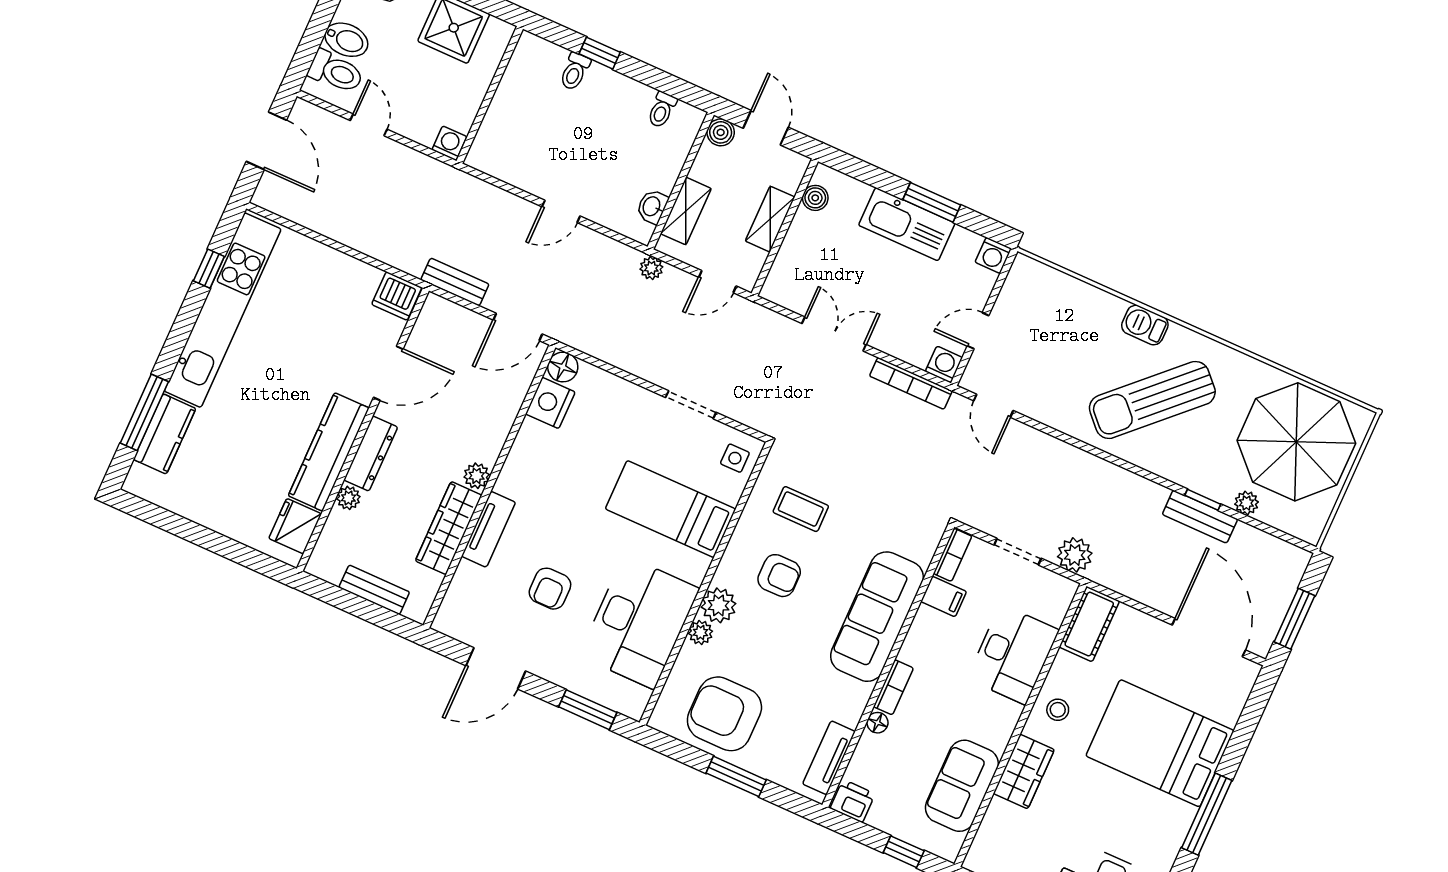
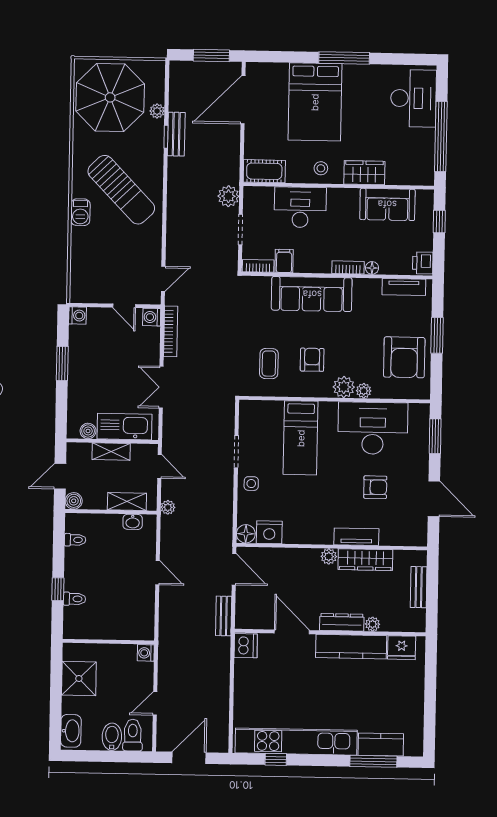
kitchen sink: (907, 224) -> (125, 427), moved, turned -90
side table: (735, 458) -> (251, 484), moved

